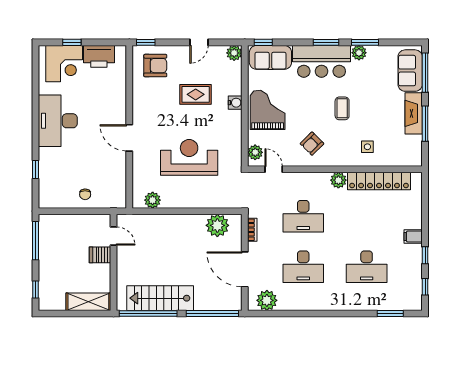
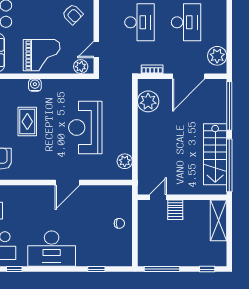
window: (36, 80) -> (14, 269), added
grand piano: (268, 110) -> (42, 55), turned 180

